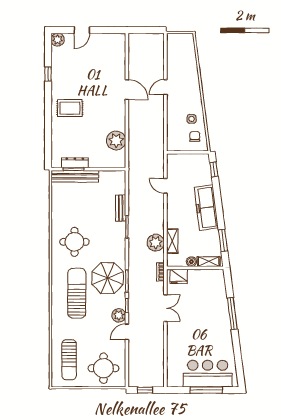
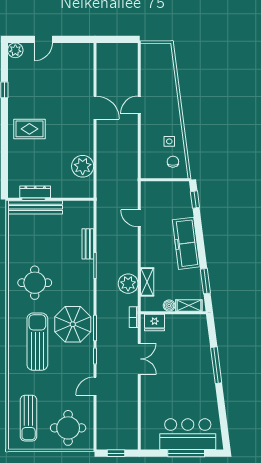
plant: (119, 315) -> (86, 367), removed

